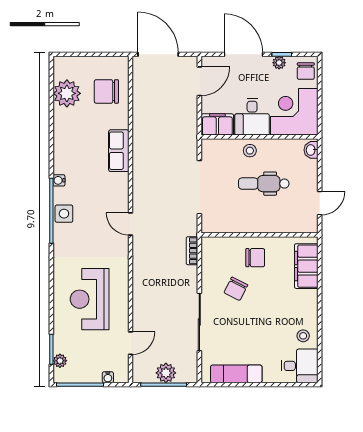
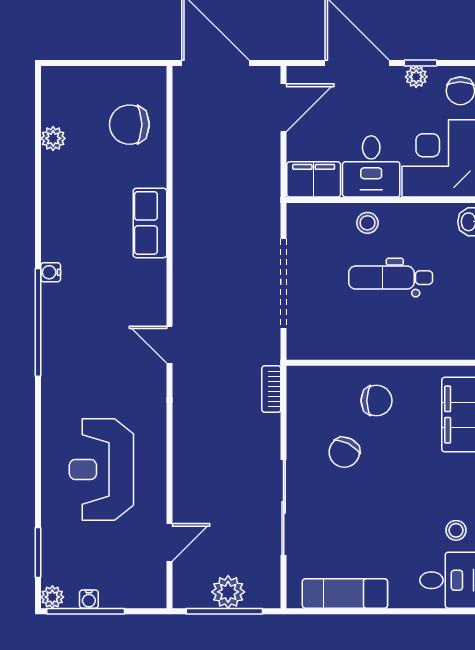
plant: (67, 93) -> (53, 138), width x0.53, depth x0.53
side table: (64, 214) -> (59, 328), removed
plant: (60, 361) -> (52, 597), moved
water cooler: (108, 377) -> (89, 599), moved

